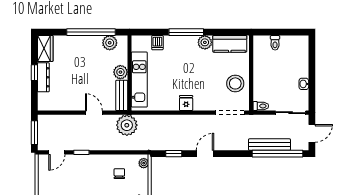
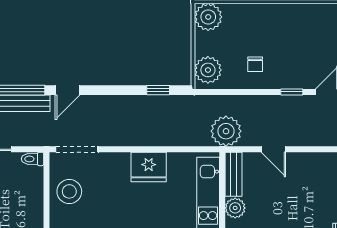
fridge: (186, 103) -> (149, 167), width x1.88, depth x1.34
door: (205, 154) -> (68, 90), moved
plant: (144, 163) -> (208, 70), width x1.87, depth x1.87
chair: (119, 174) -> (255, 64), moved

